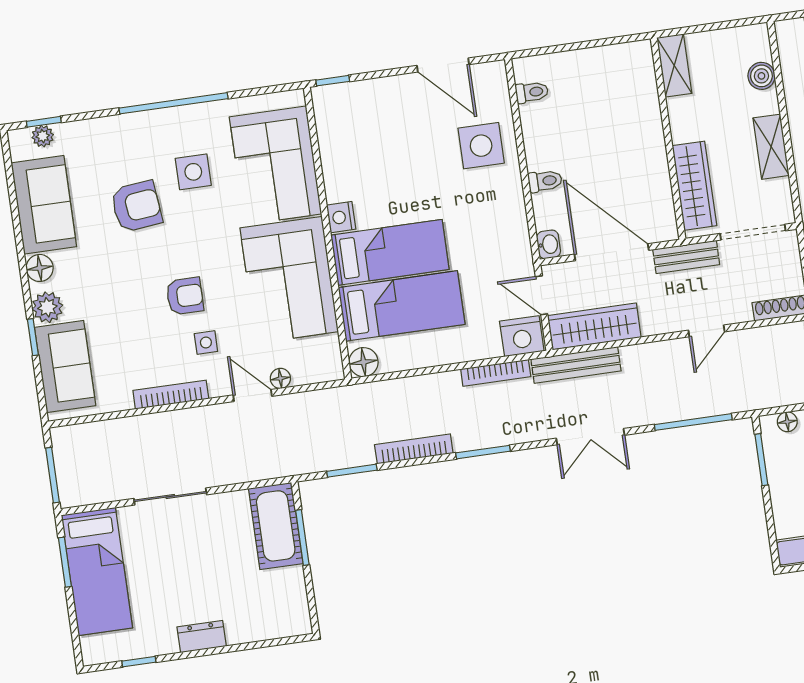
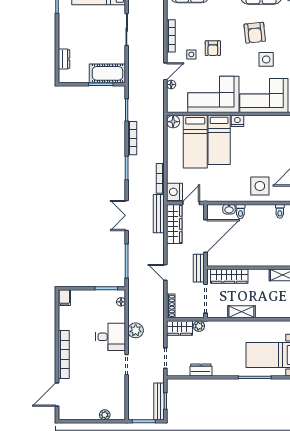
boiler: (761, 76) -> (273, 312), removed
washbasin: (549, 244) -> (229, 209), moved
dresser: (202, 637) -> (64, 59), moved

